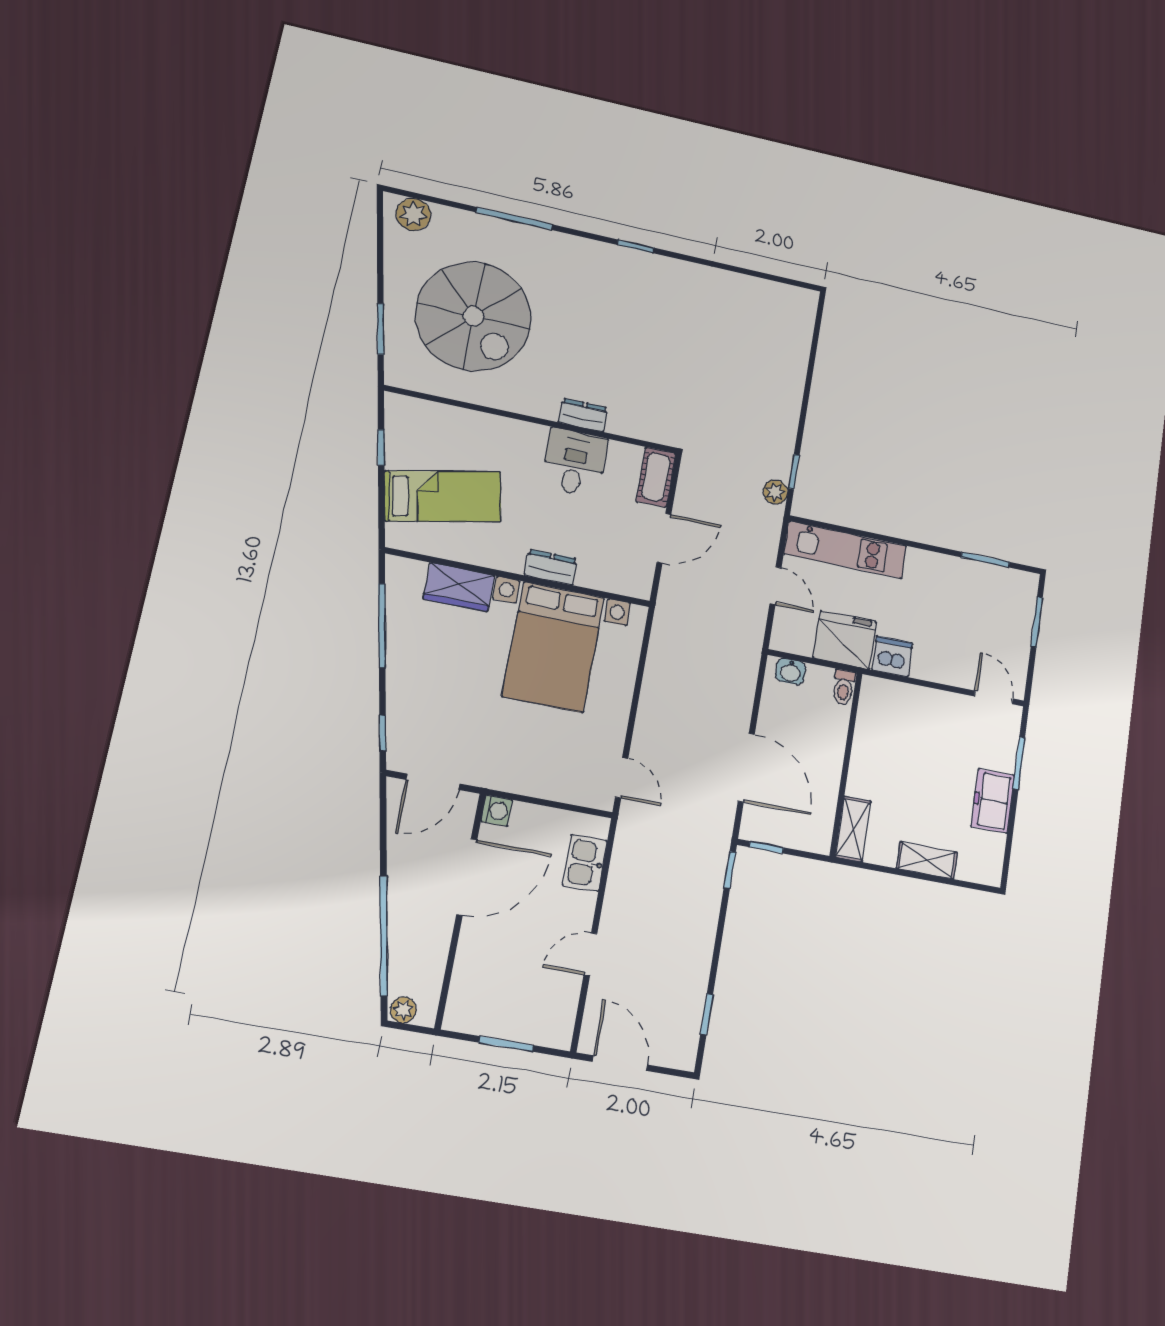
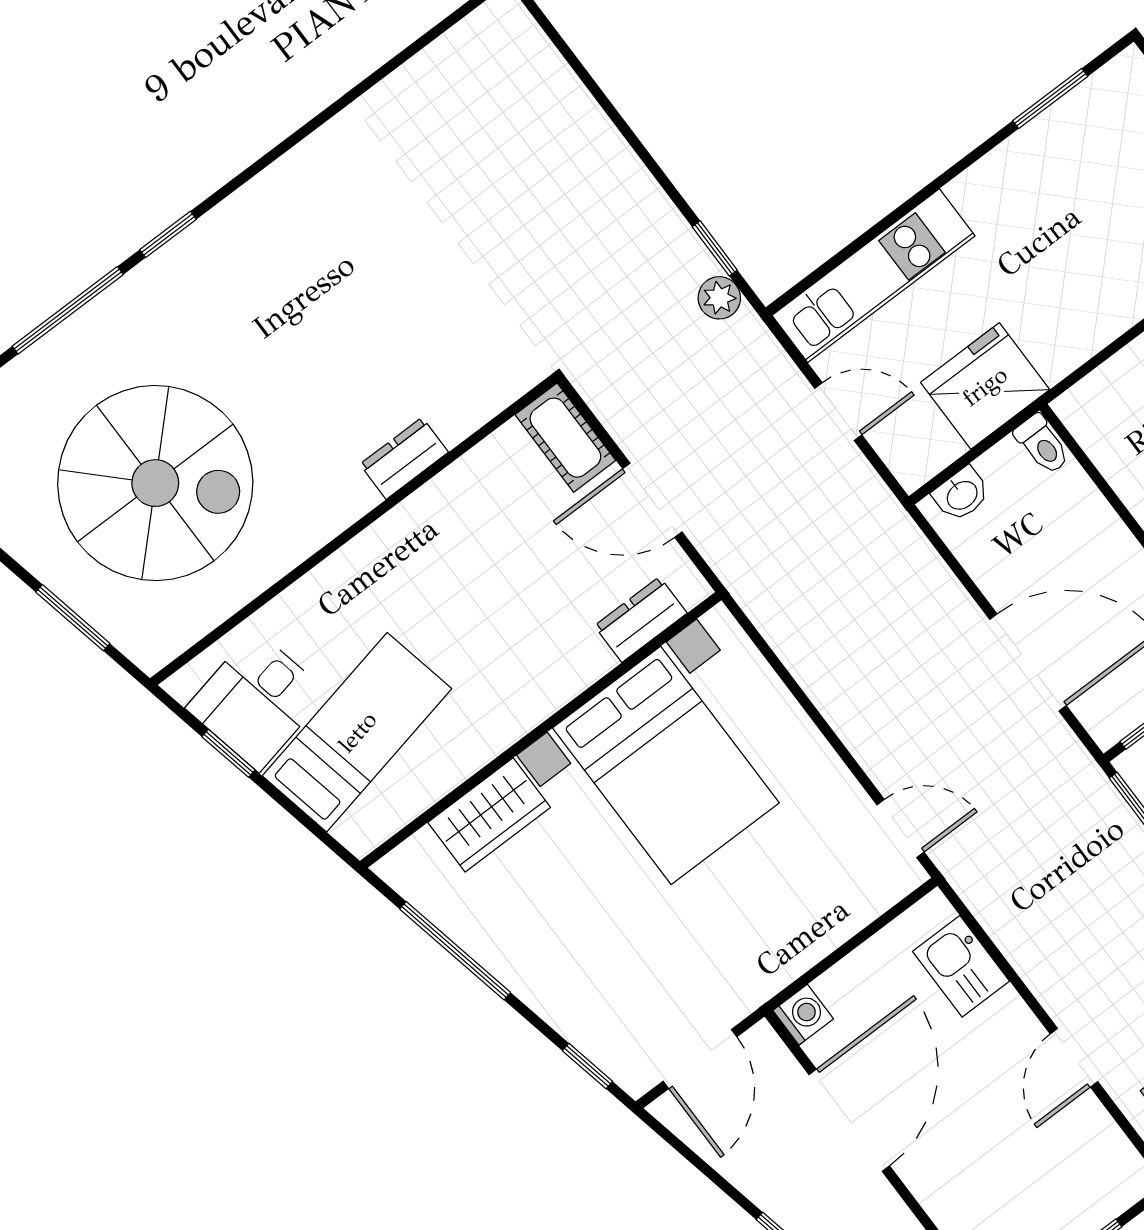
window: (636, 246) -> (168, 234), moved
desk: (574, 463) -> (257, 700), moved, turned -102
door: (664, 538) -> (652, 500), swing flipped
dresser: (551, 567) -> (641, 620), moved
dishwasher: (892, 656) -> (1061, 344), removed

